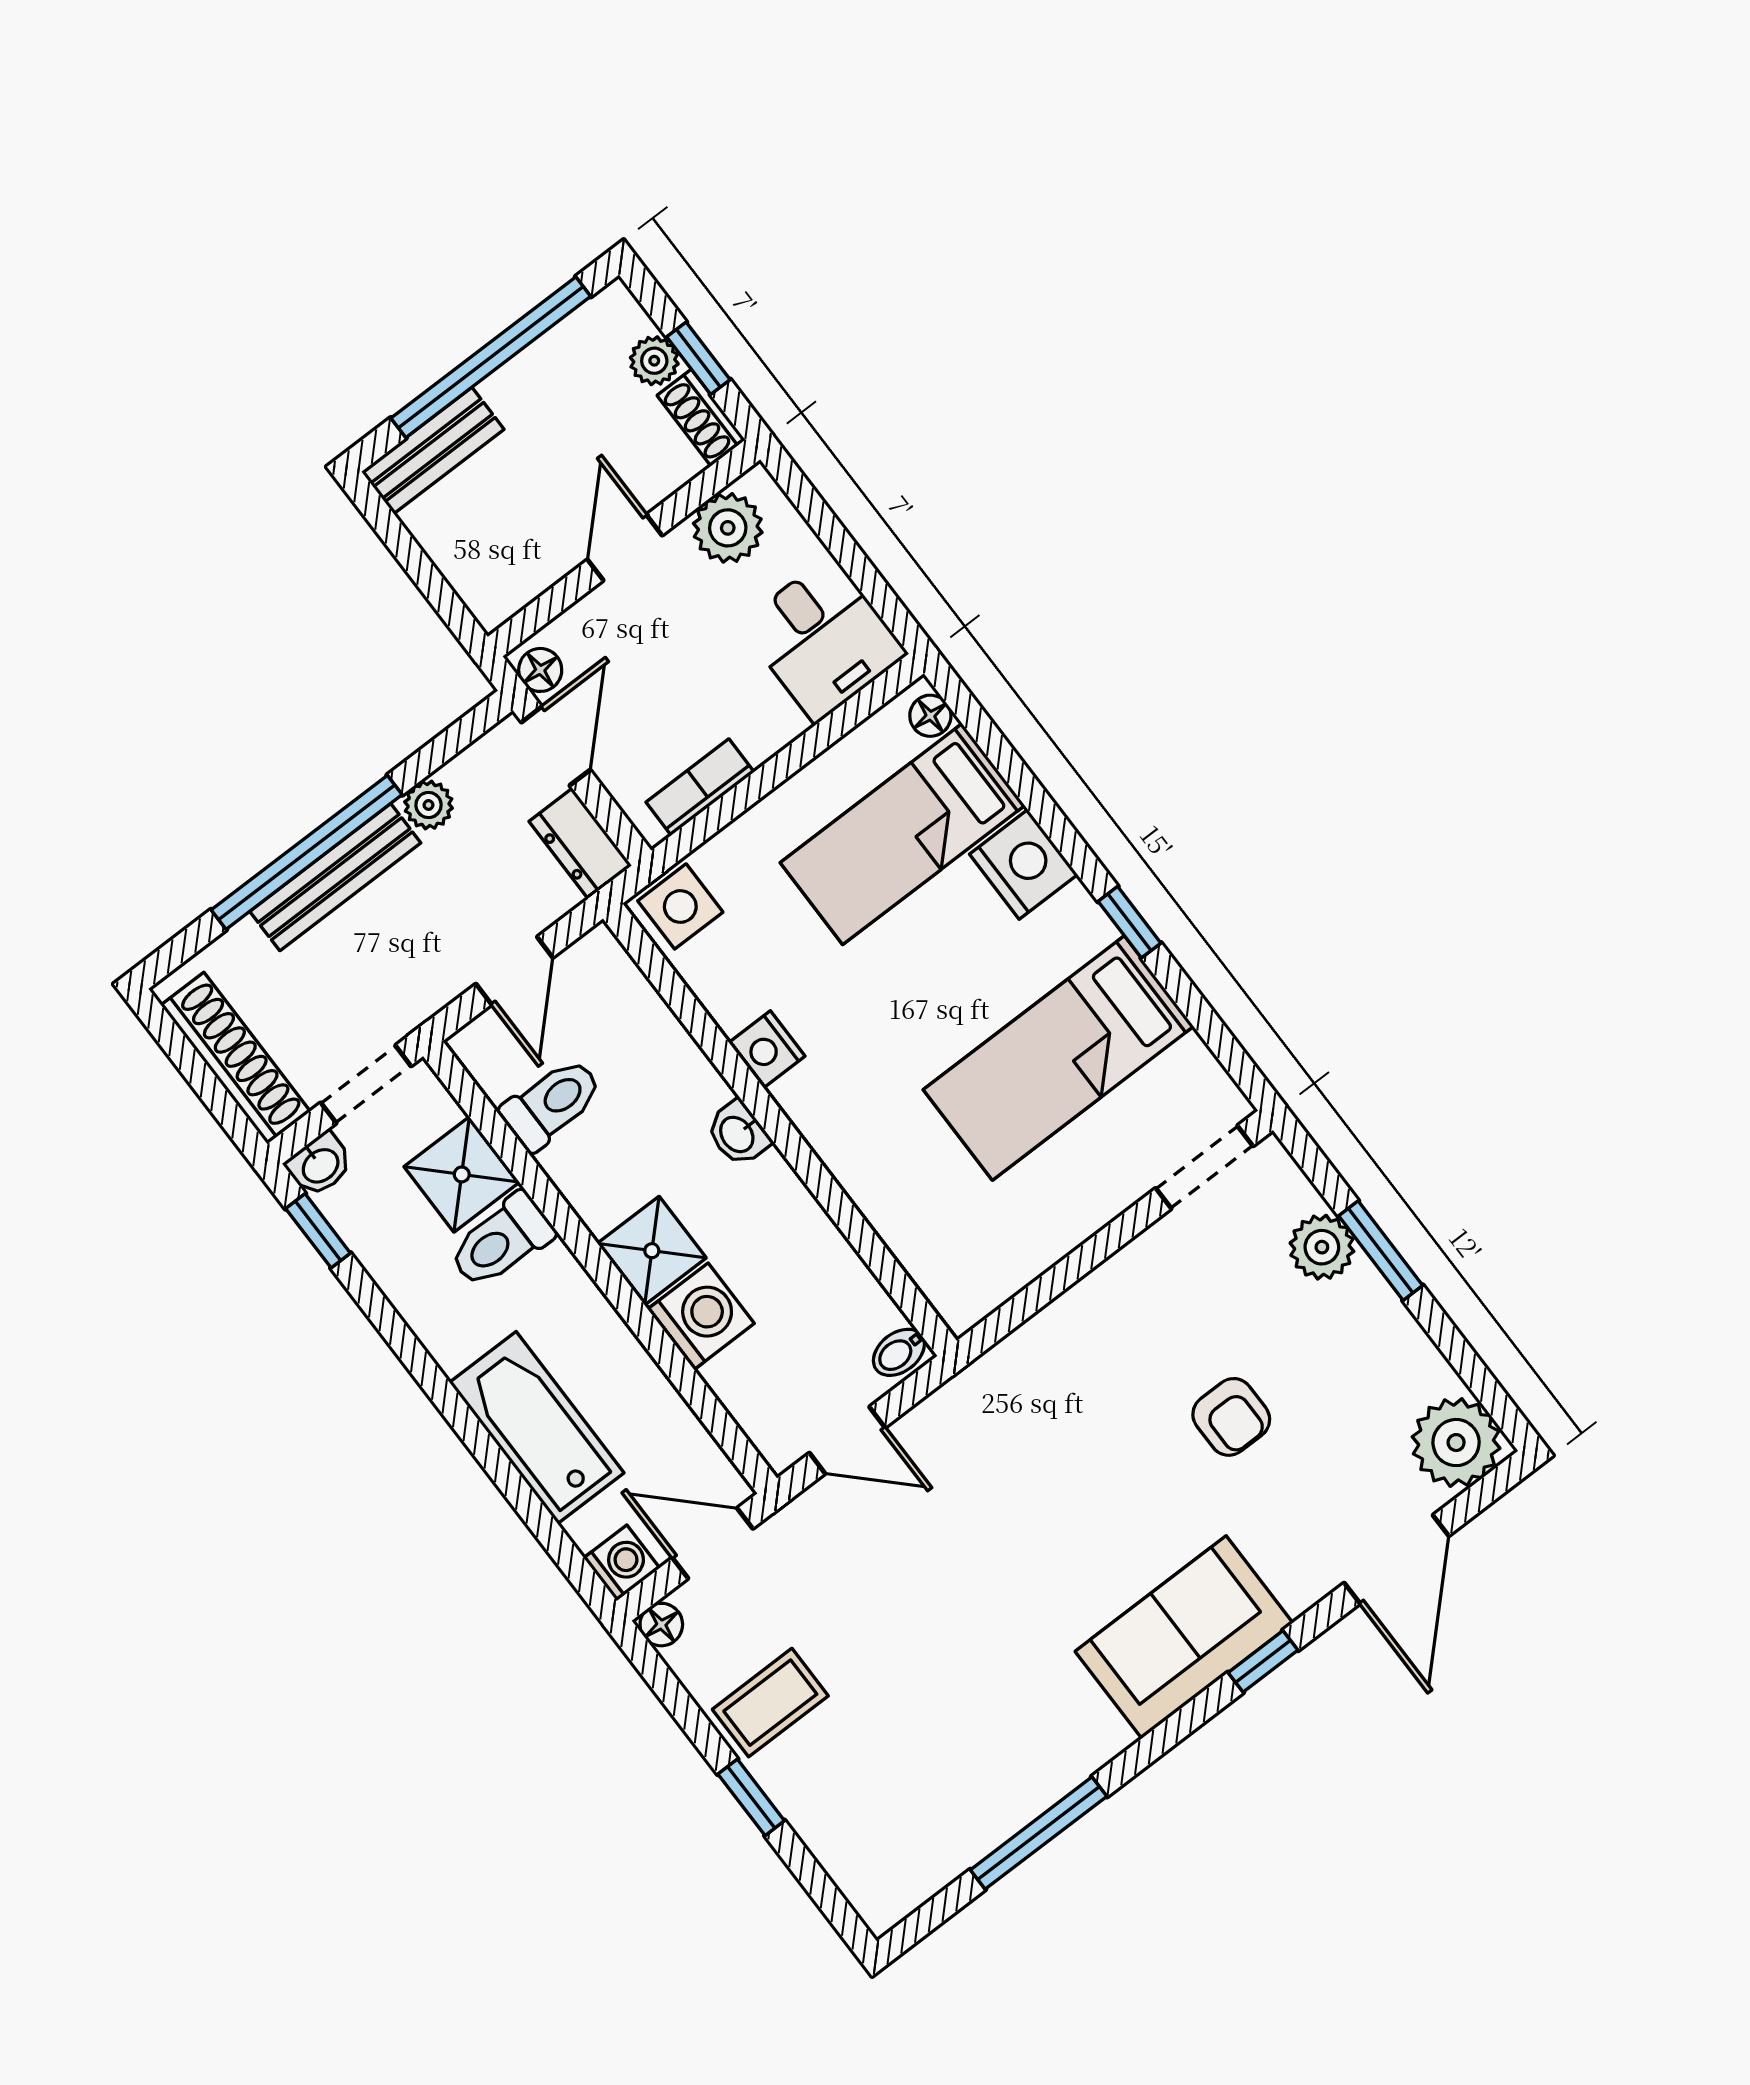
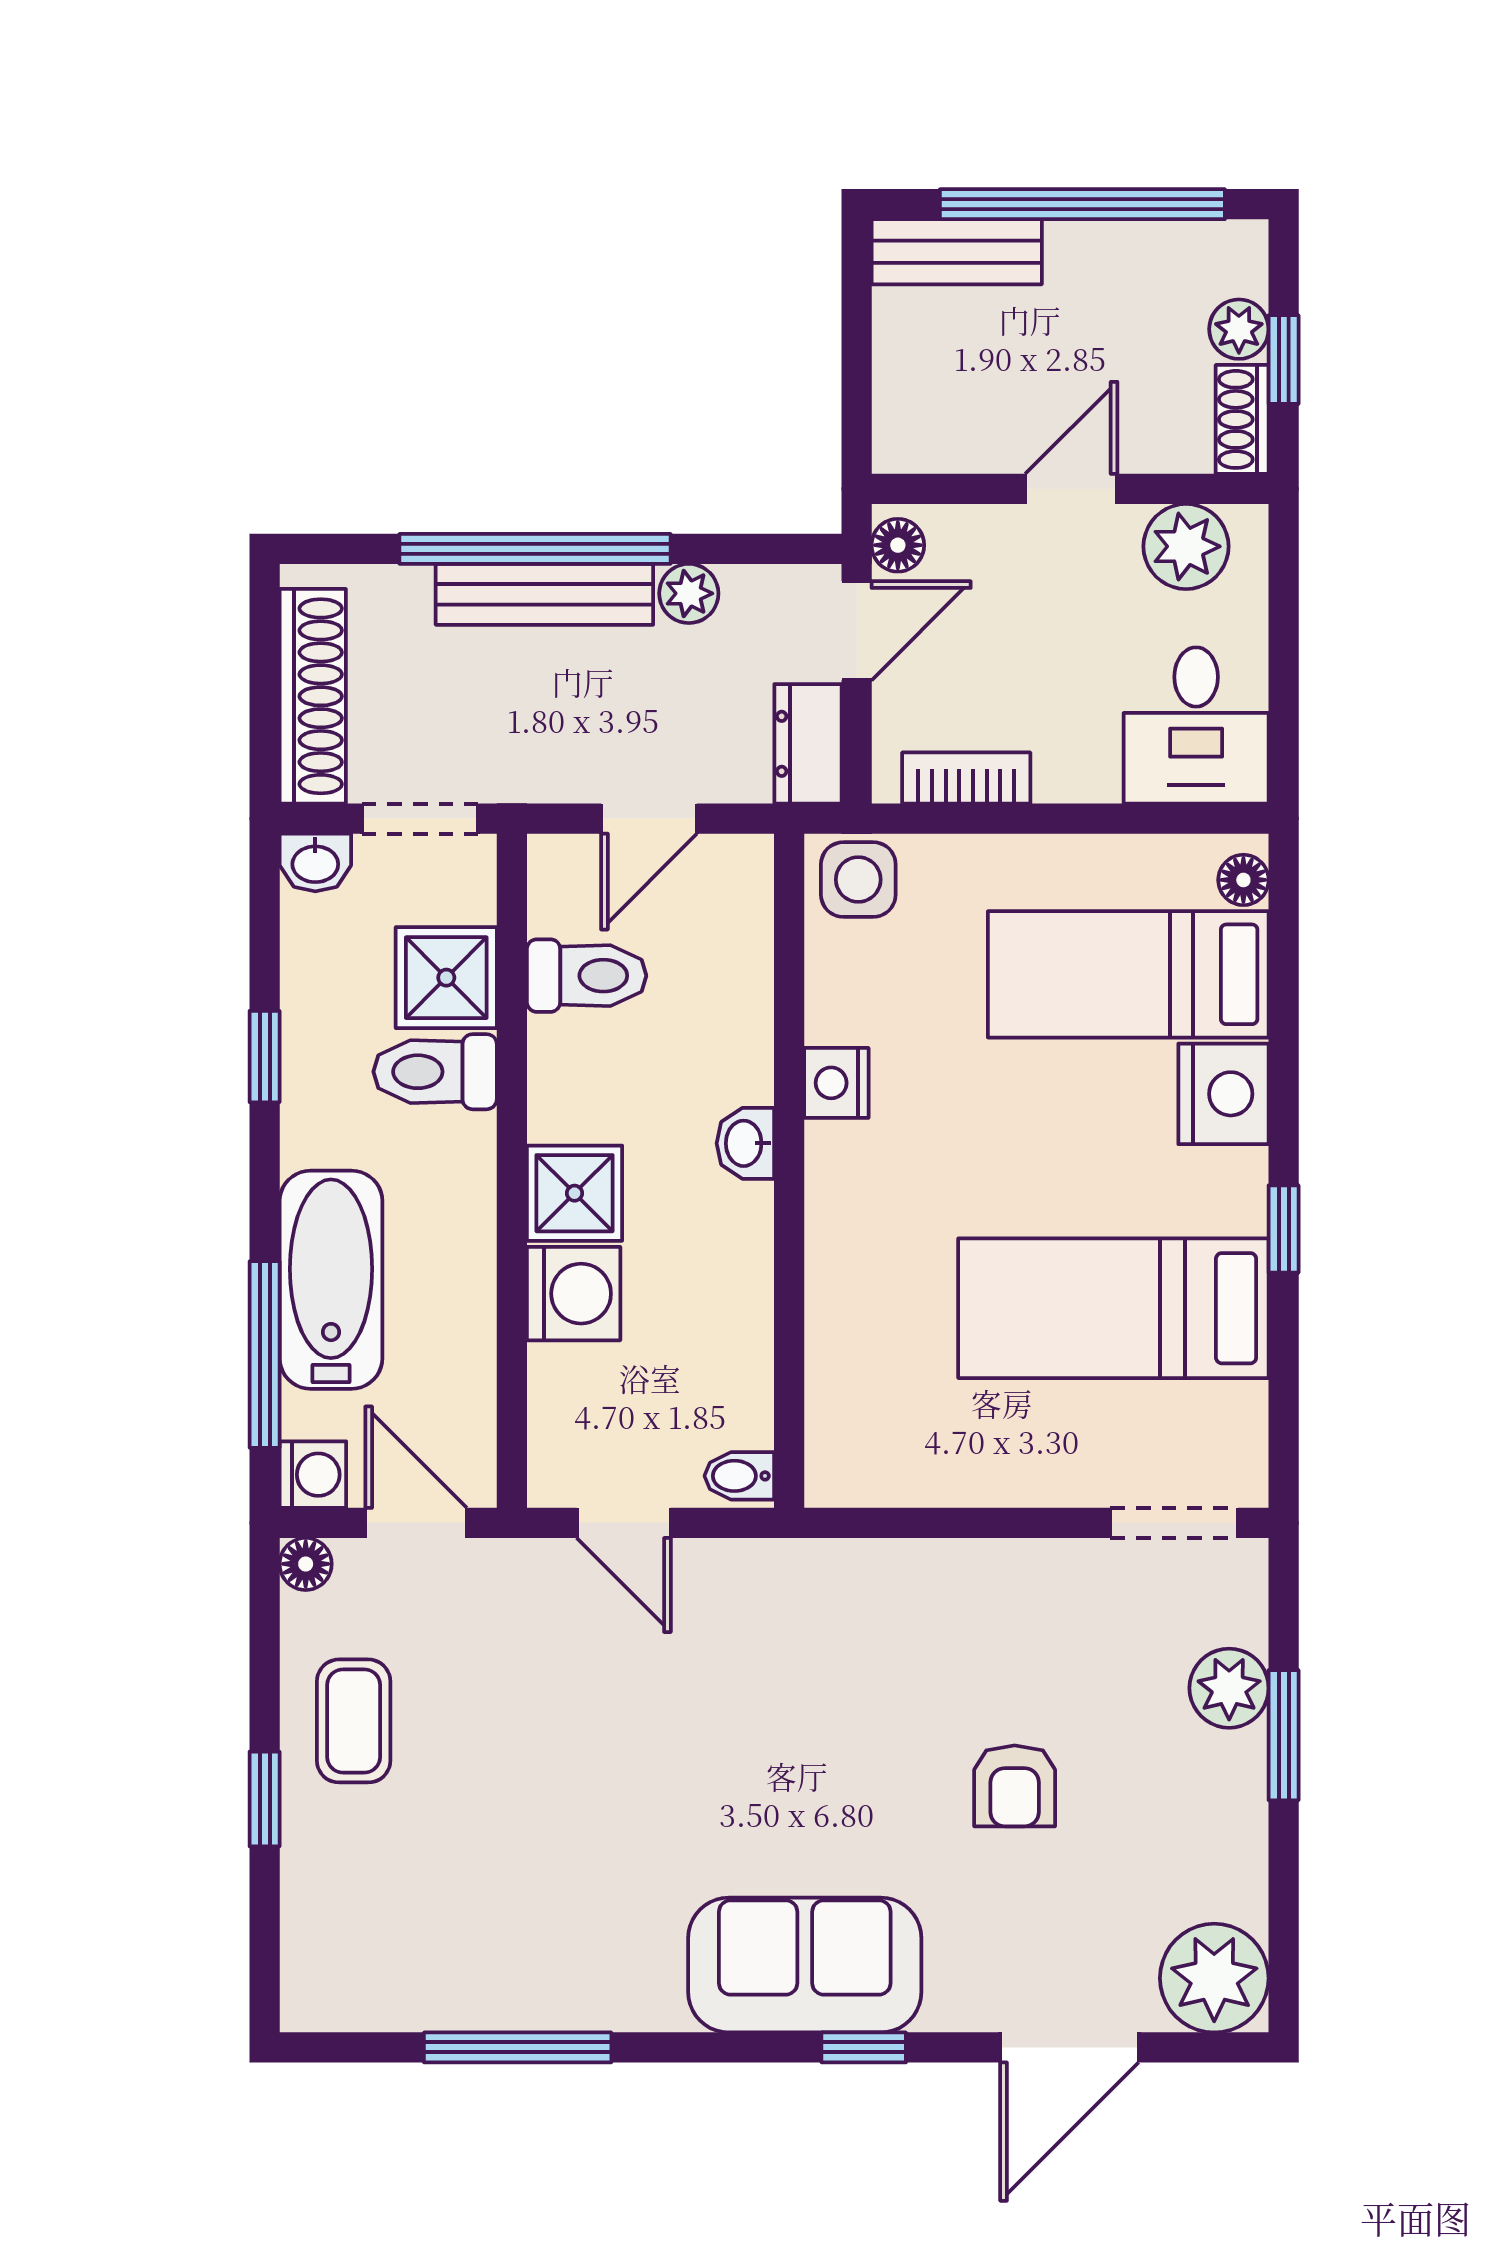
window: (318, 1231) -> (265, 1057), moved
window: (531, 1509) -> (265, 1355), added
coffee table: (770, 1703) -> (354, 1721), turned 90

